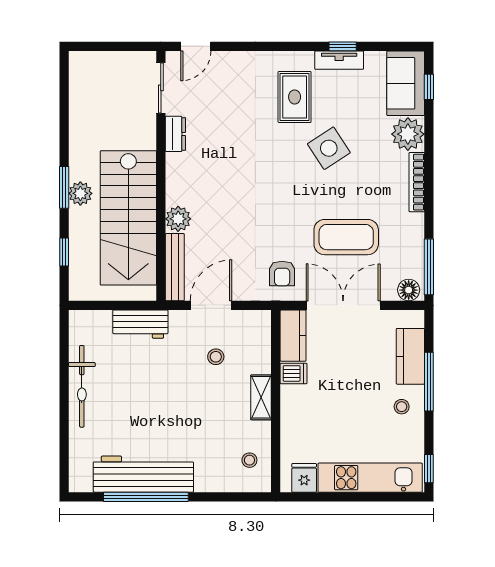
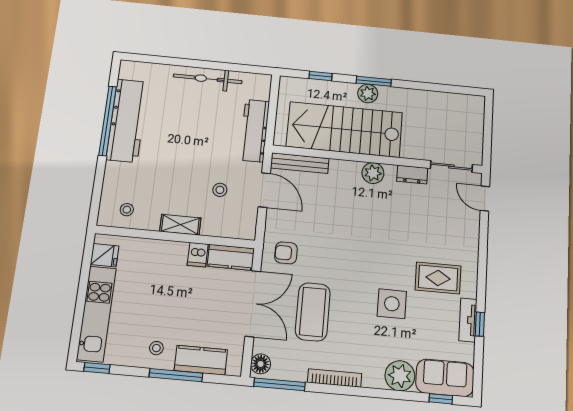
side table: (329, 148) -> (392, 304), turned 33
bookcase: (417, 182) -> (335, 378), moved
plant: (178, 219) -> (373, 173), moved
workbench: (140, 324) -> (254, 131), width x1.38

